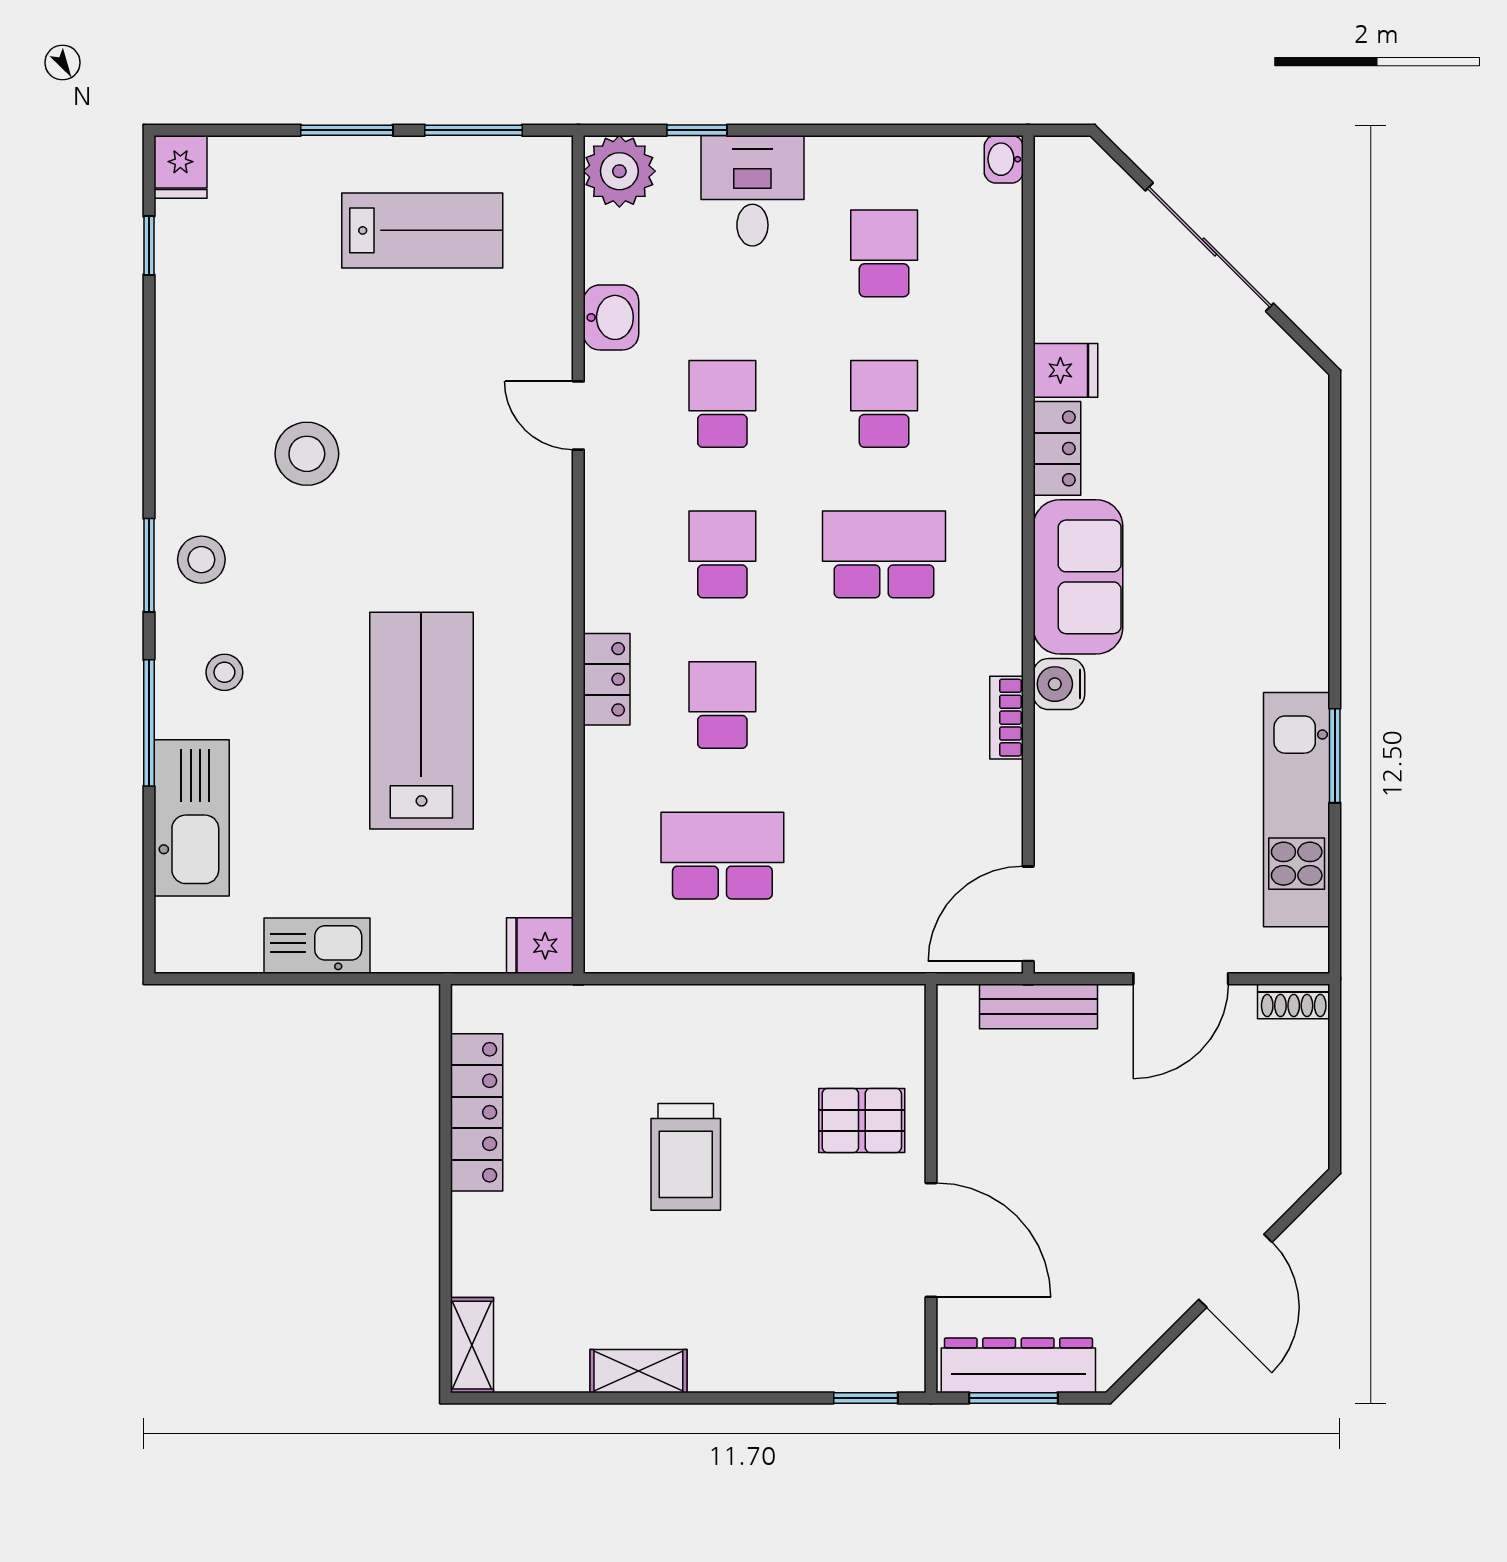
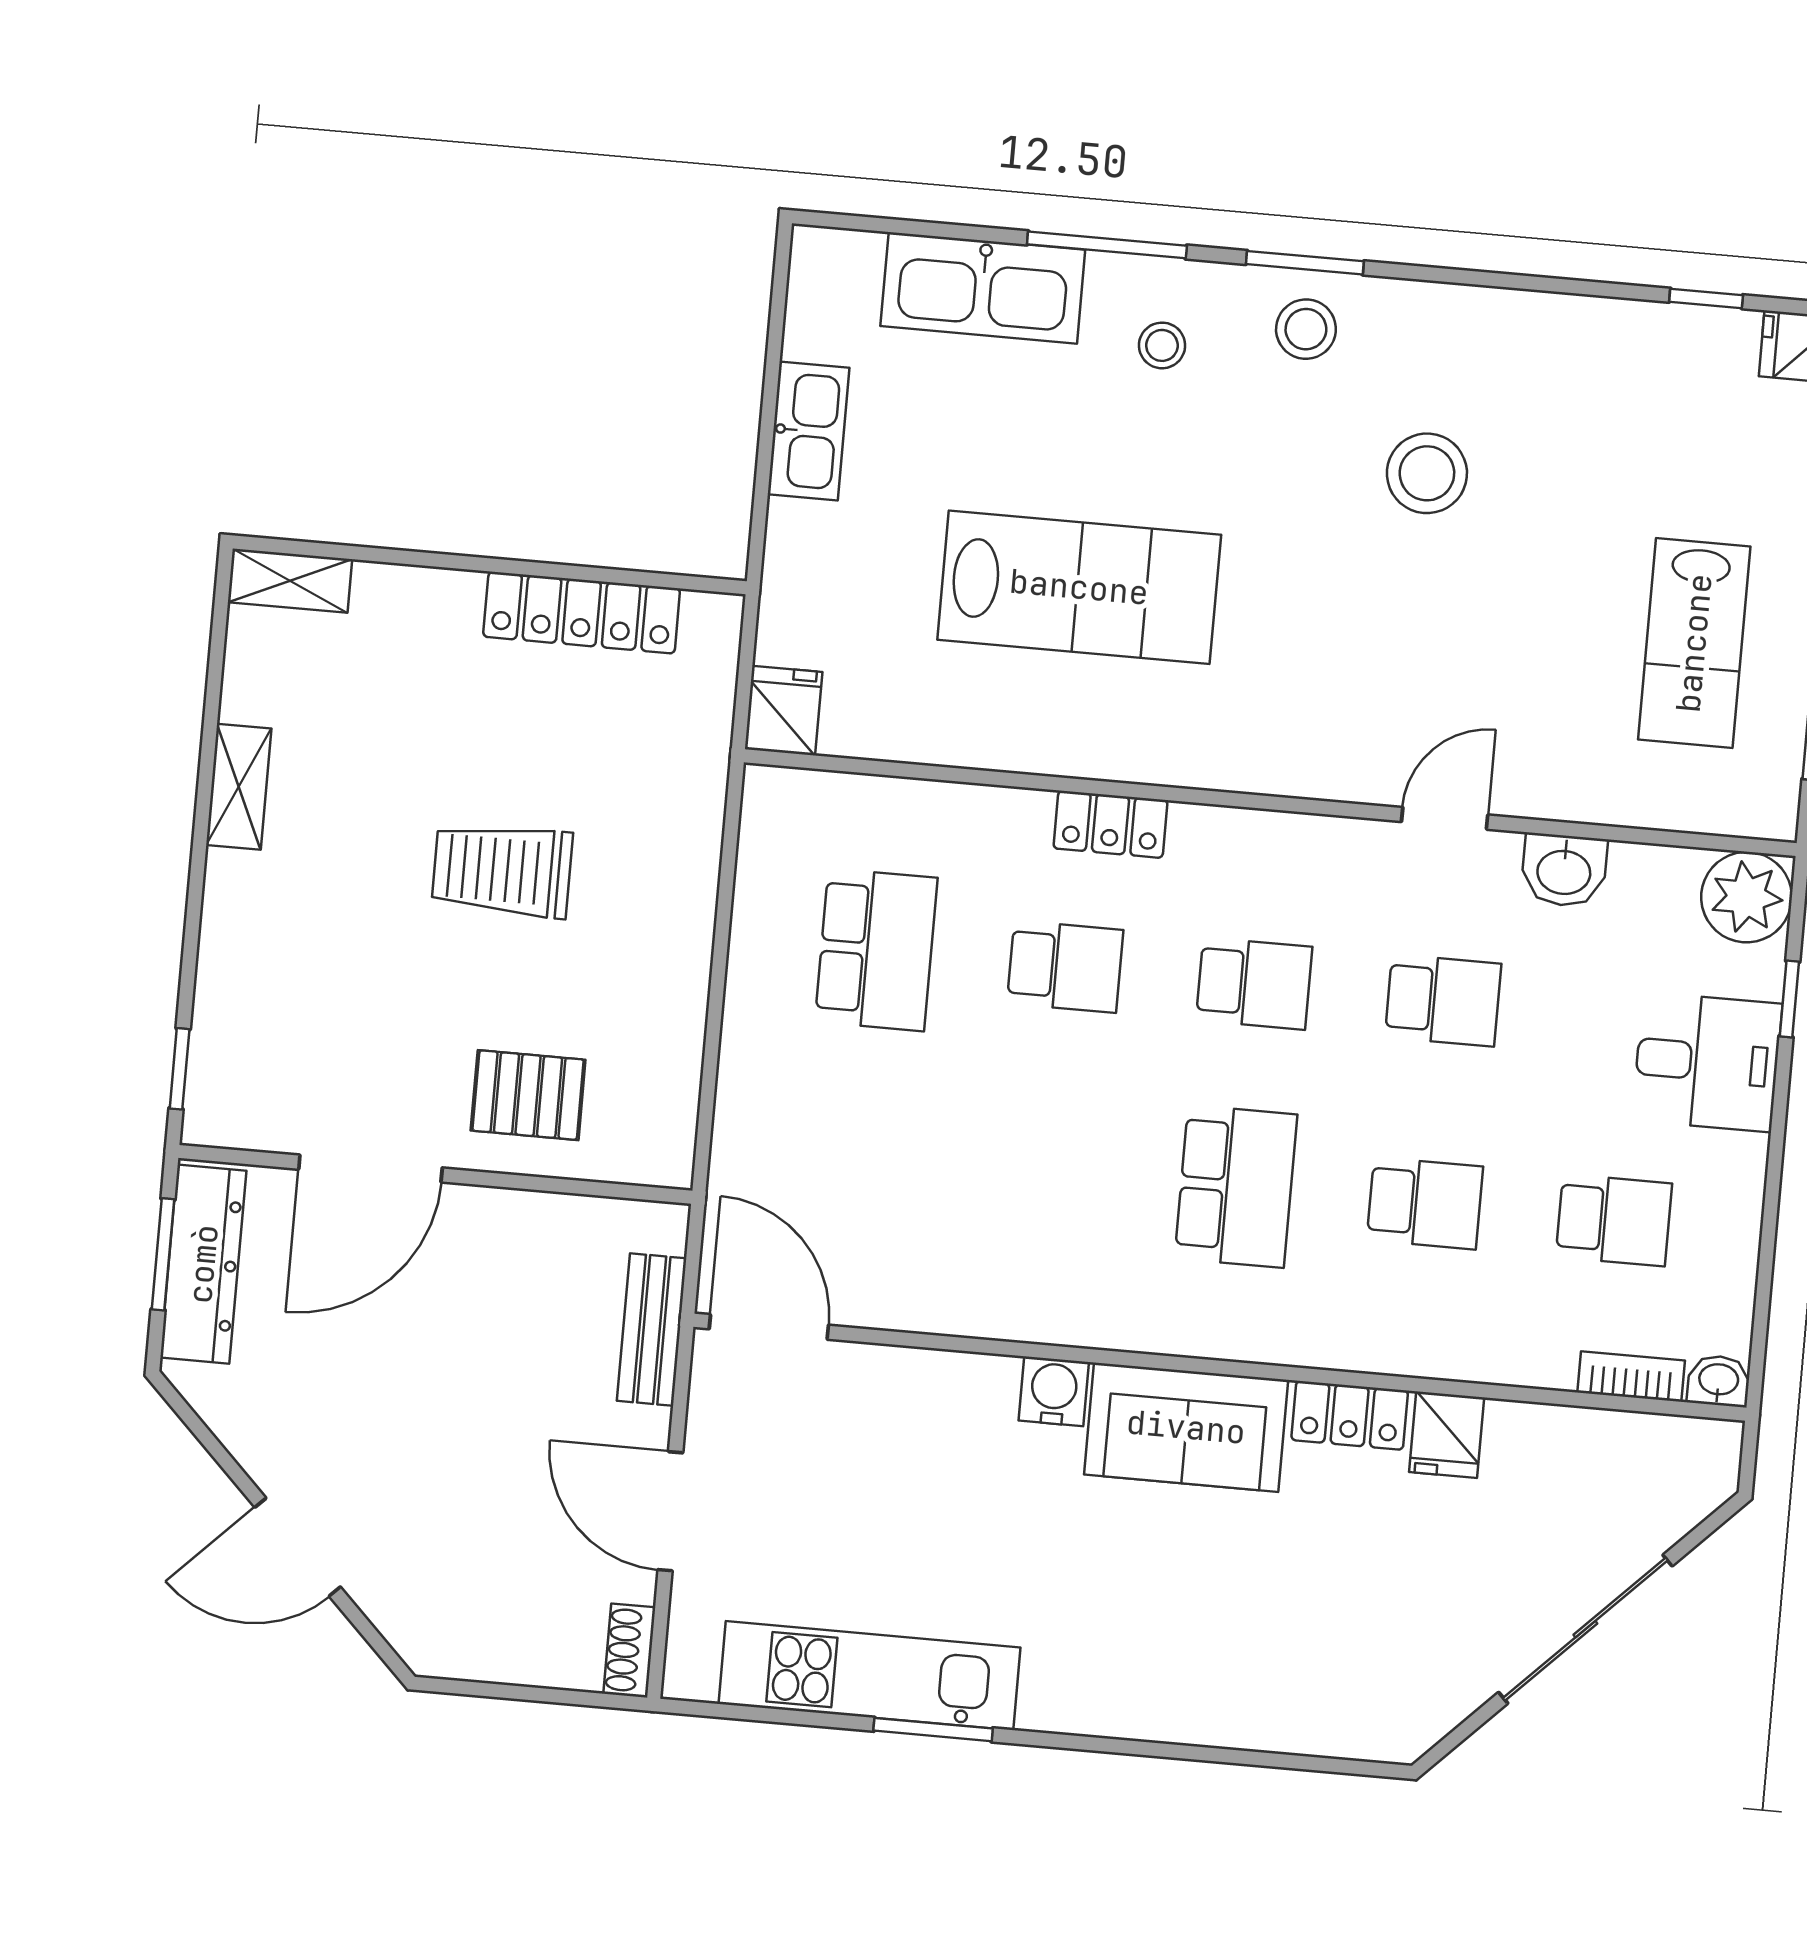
bookcase: (1006, 718) -> (1631, 1377), moved
pallet: (862, 1121) -> (528, 1095), turned 90

